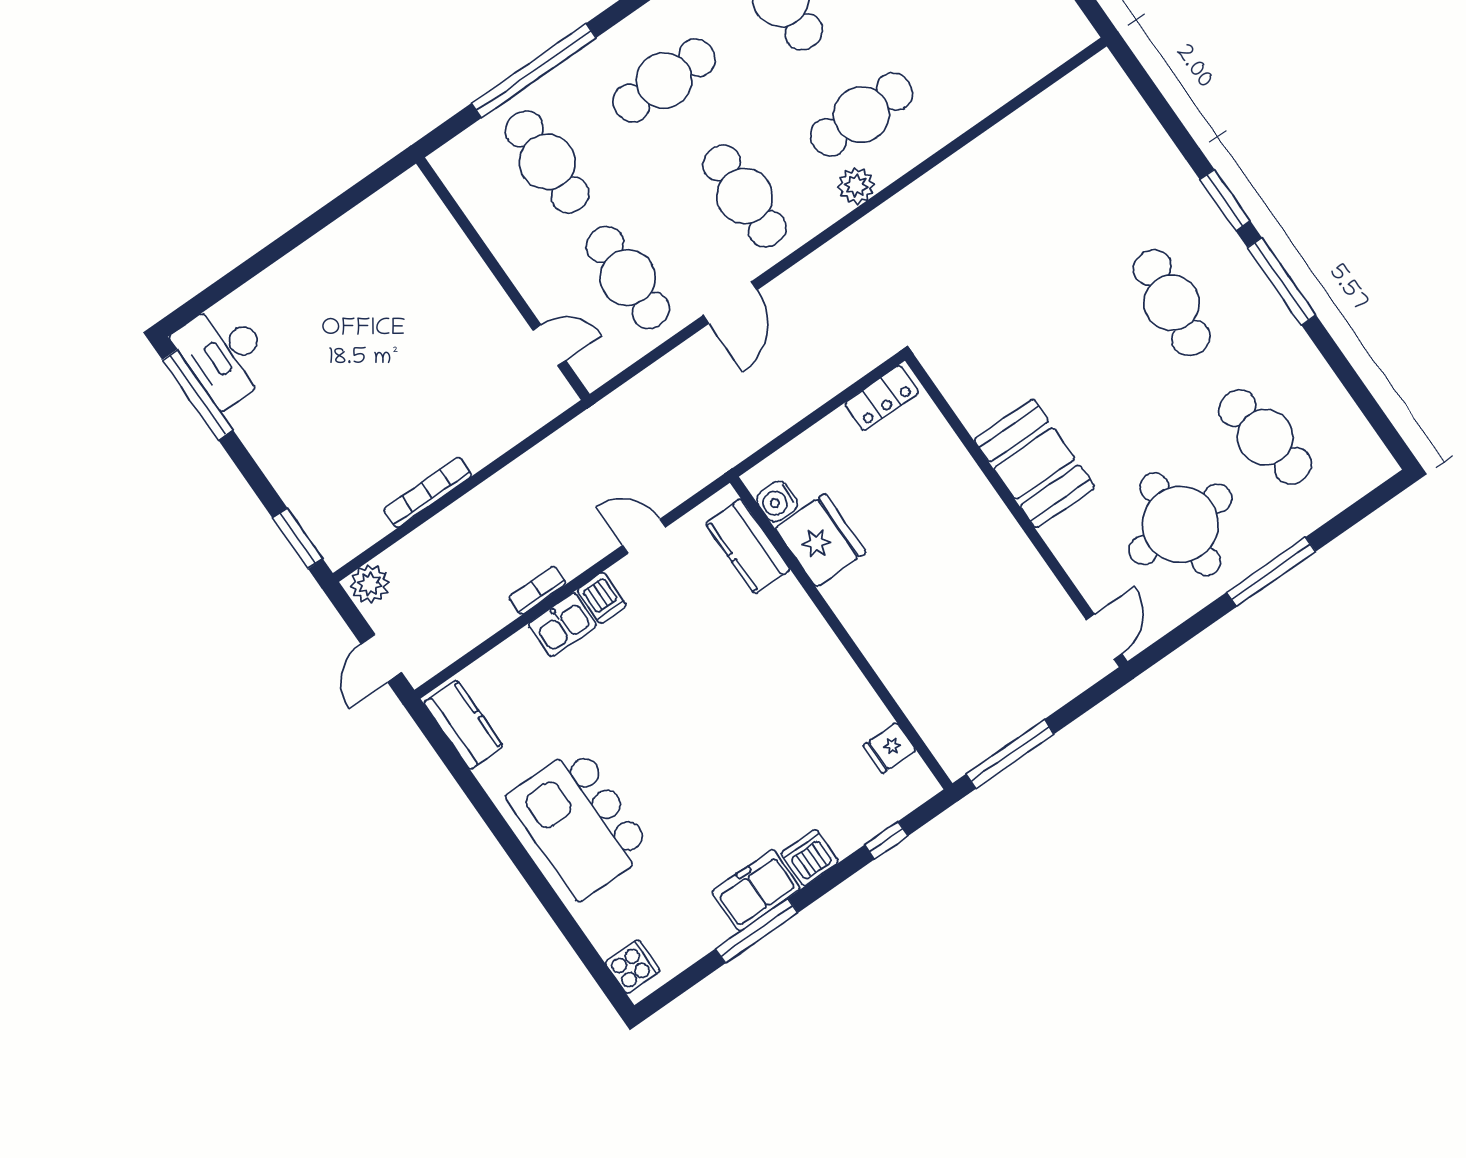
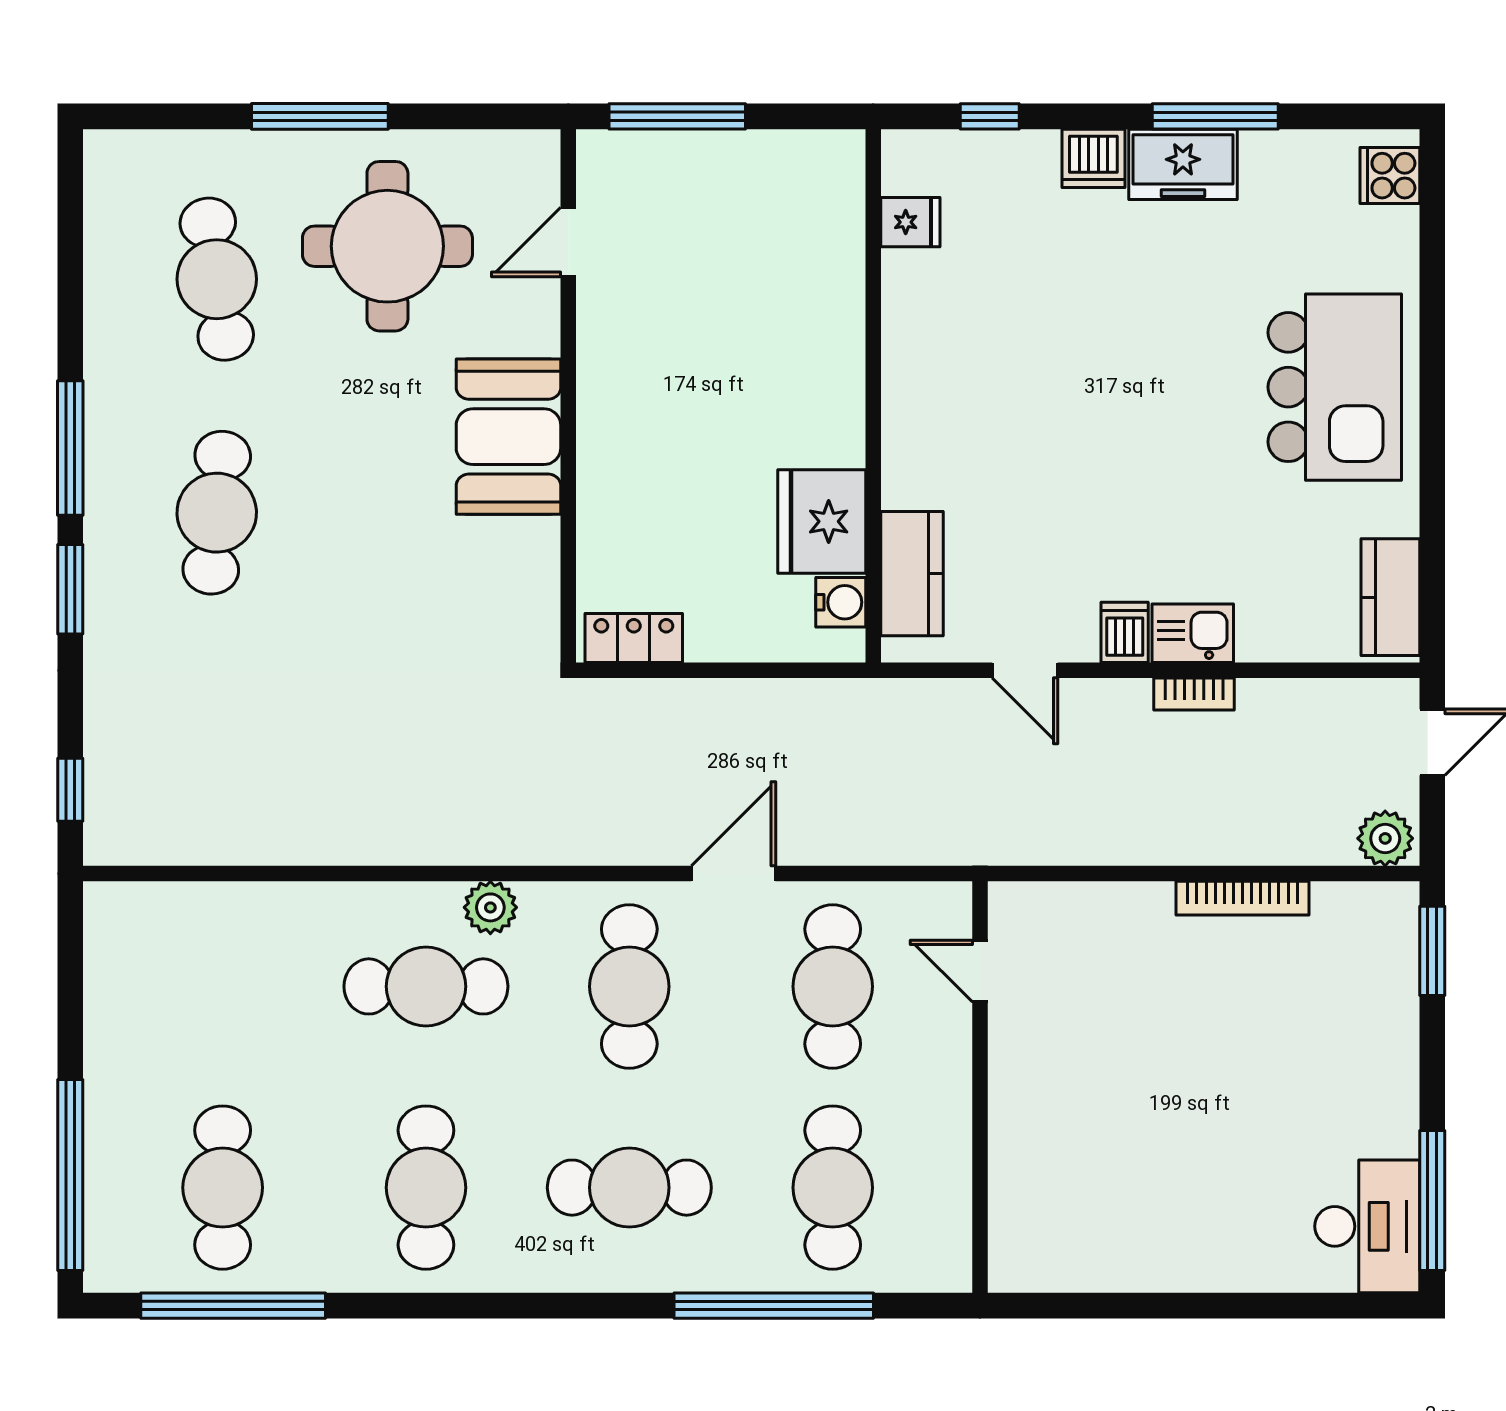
window: (1145, 85) -> (70, 790), added
door: (1104, 637) -> (568, 242), moved
window: (1010, 754) -> (677, 116), moved

